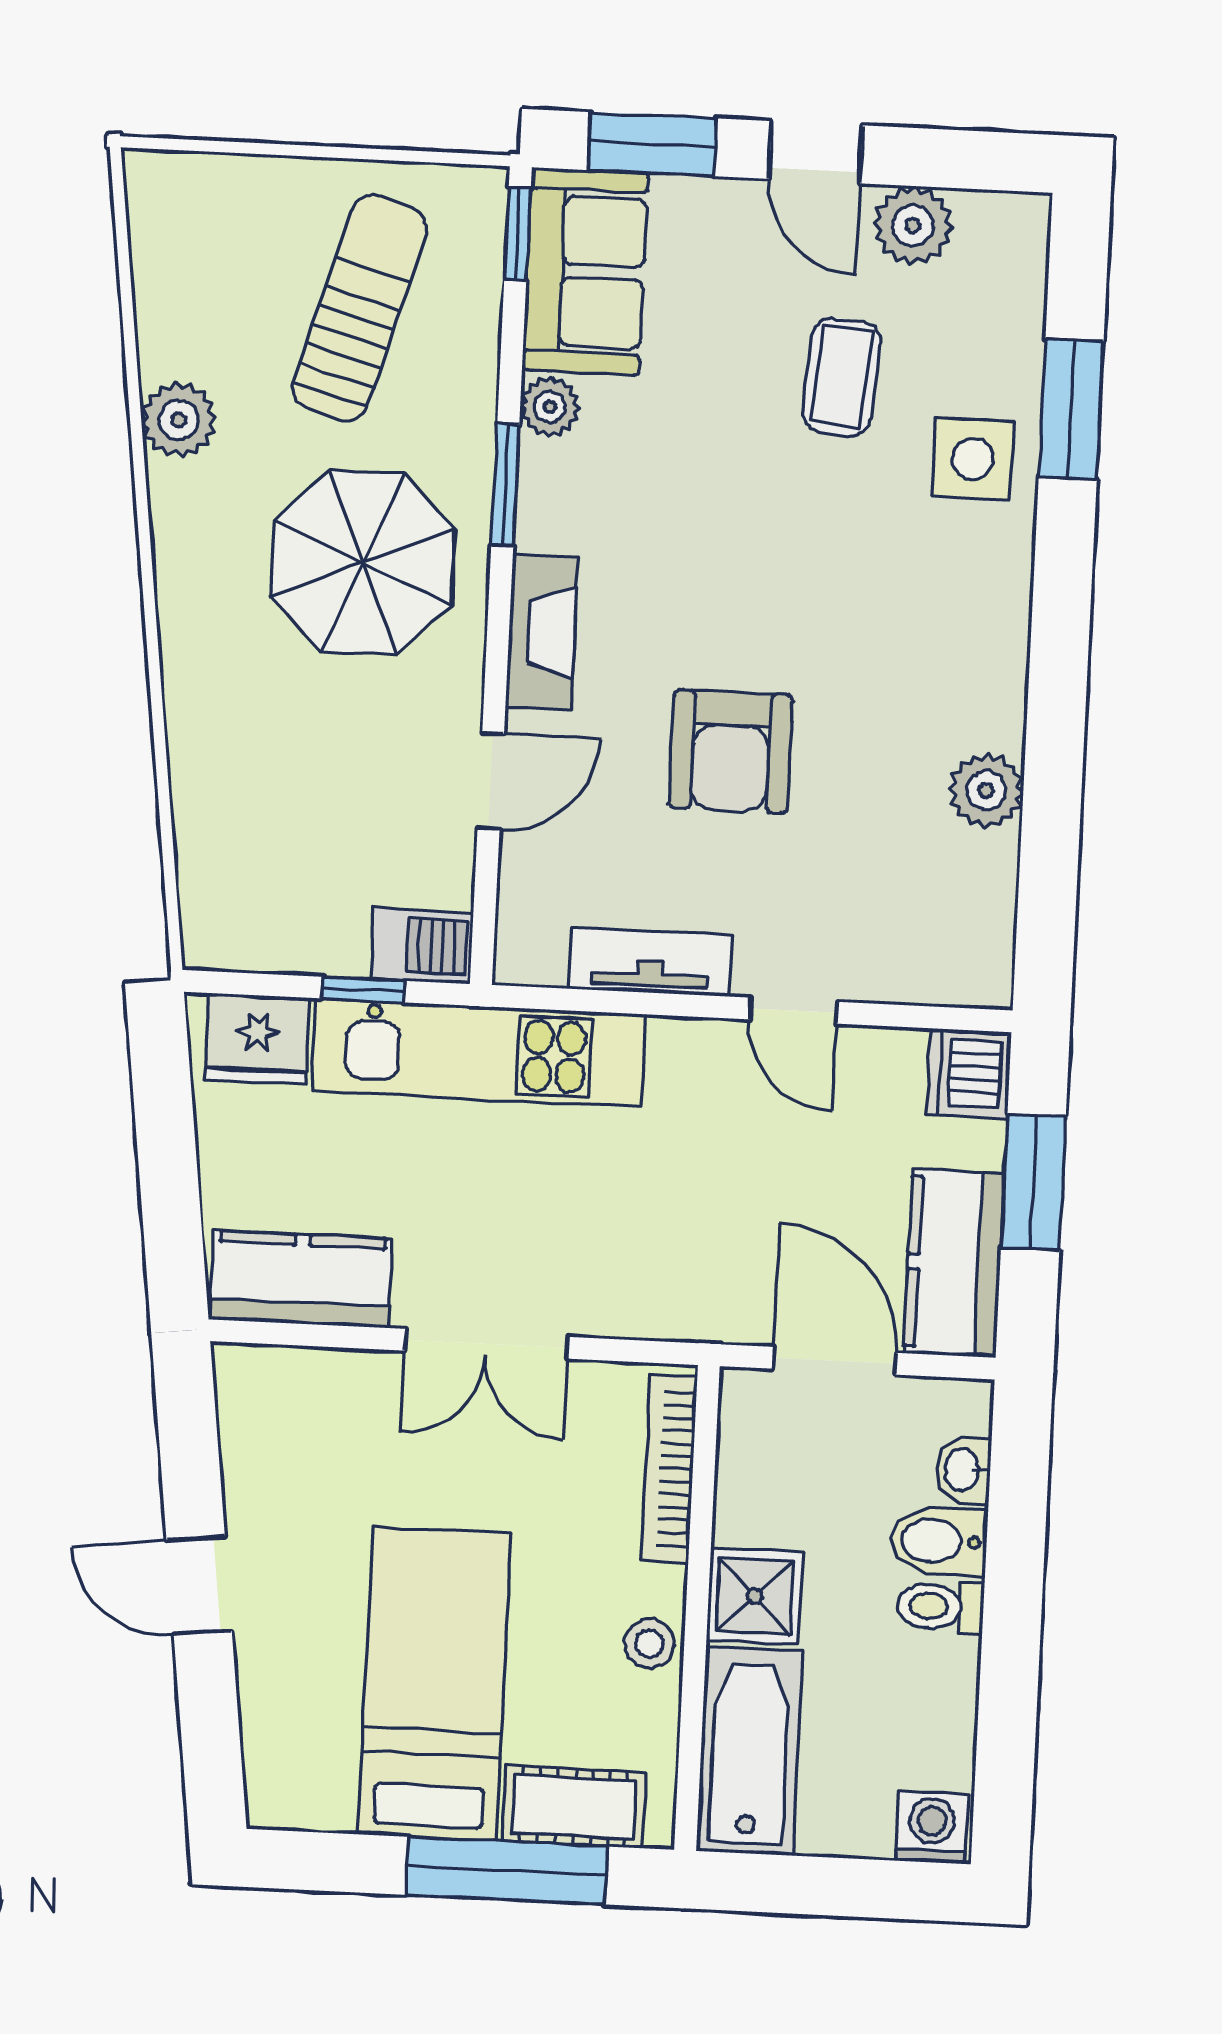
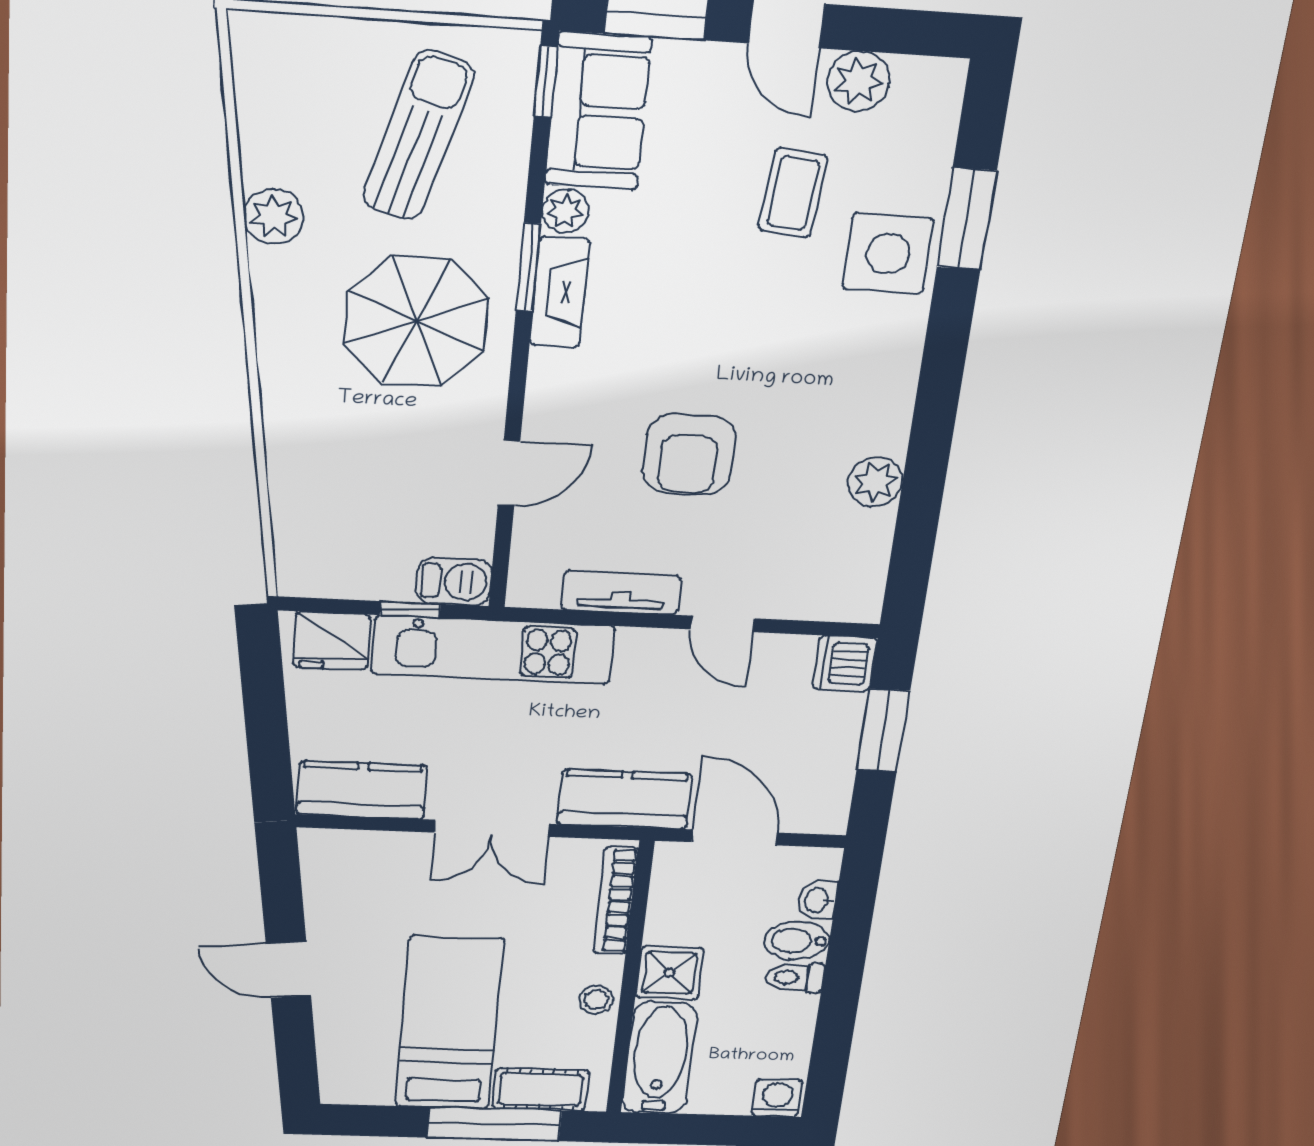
side table: (973, 459) -> (888, 254), width x1.37, depth x1.37
fireplace: (542, 632) -> (560, 292), moved
kitchen counter: (954, 1263) -> (625, 799), moved, turned 90

